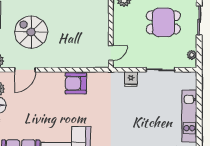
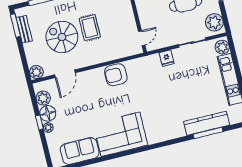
rug: (61, 30) -> (90, 28), added
plant: (192, 55) -> (214, 22), width x1.88, depth x1.88
plant: (189, 82) -> (222, 47), added

